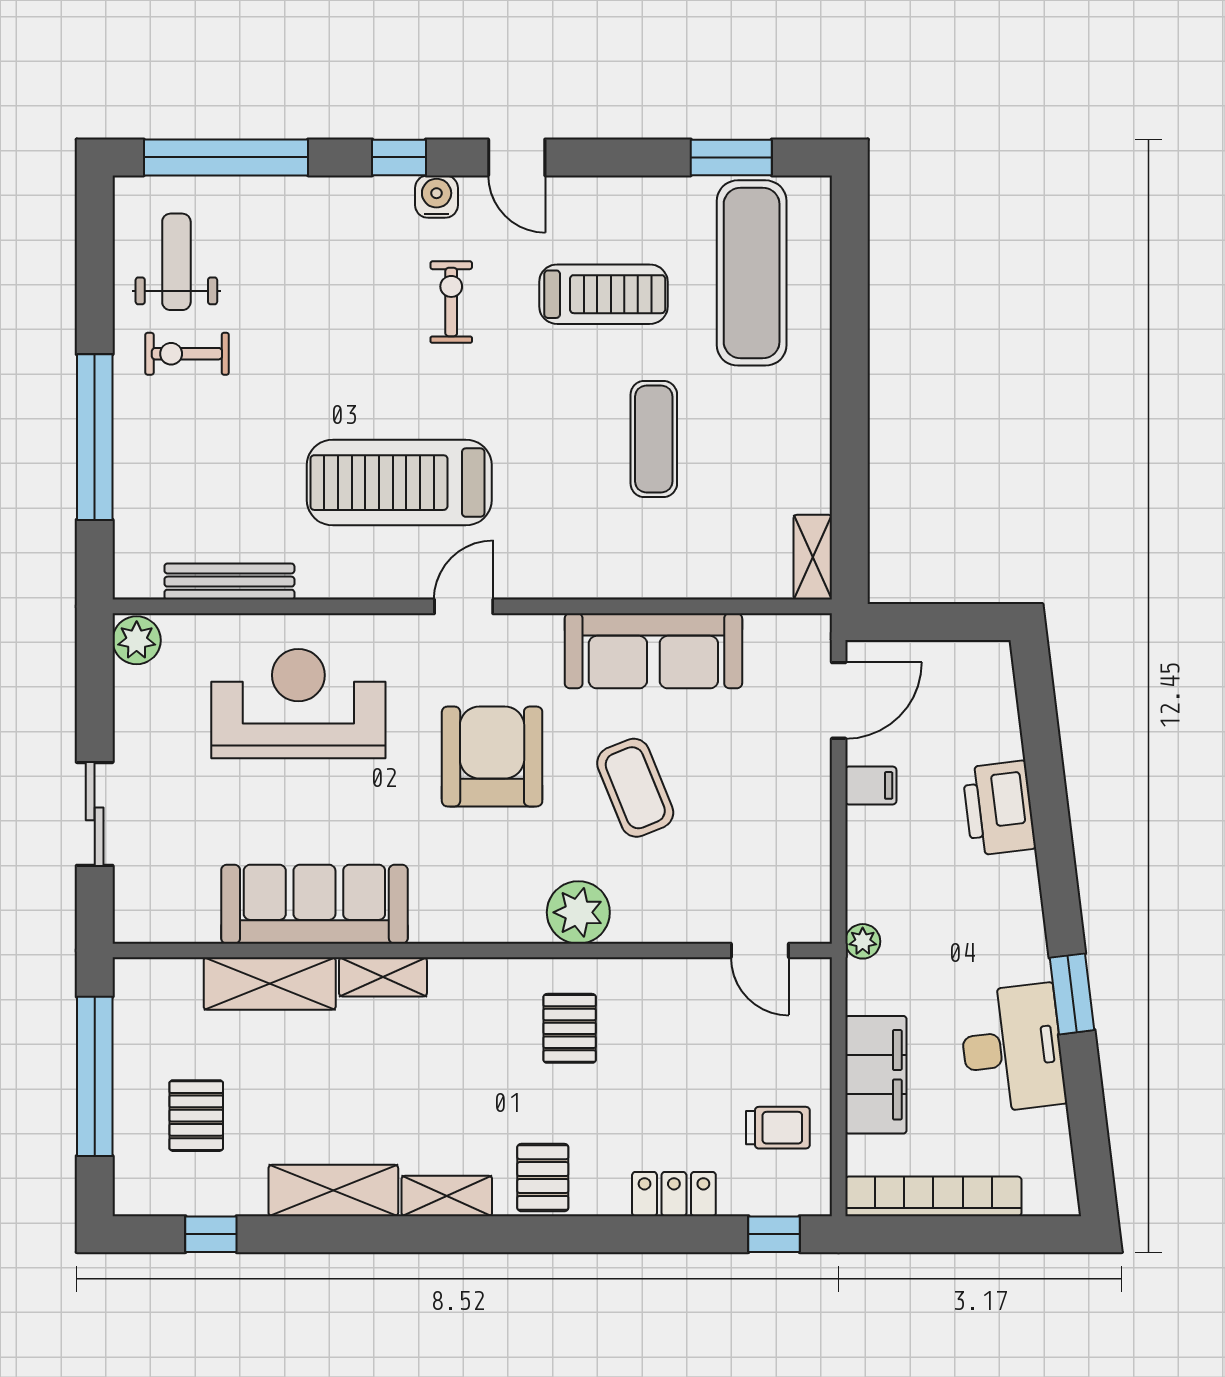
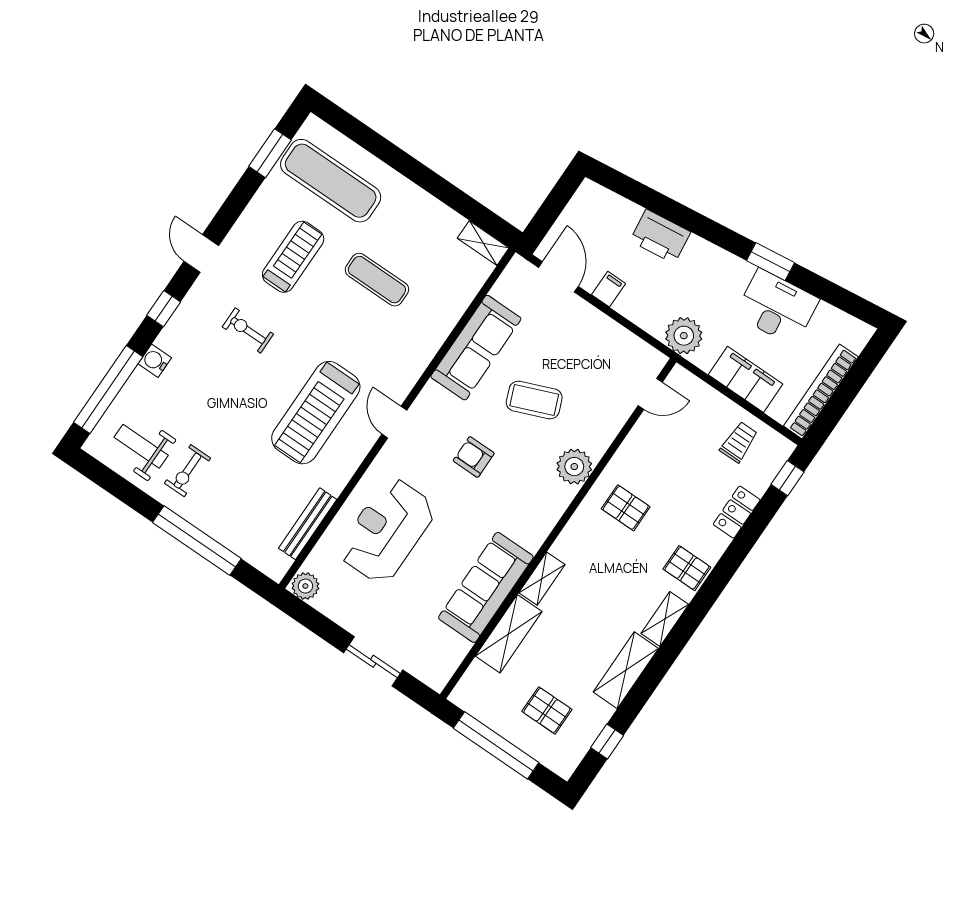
door: (517, 157) -> (201, 254), swing flipped
water cooler: (437, 197) -> (155, 361), moved
armchair: (492, 757) -> (474, 457), width x0.53, depth x0.53
plant: (863, 941) -> (684, 336), width x1.88, depth x1.88

